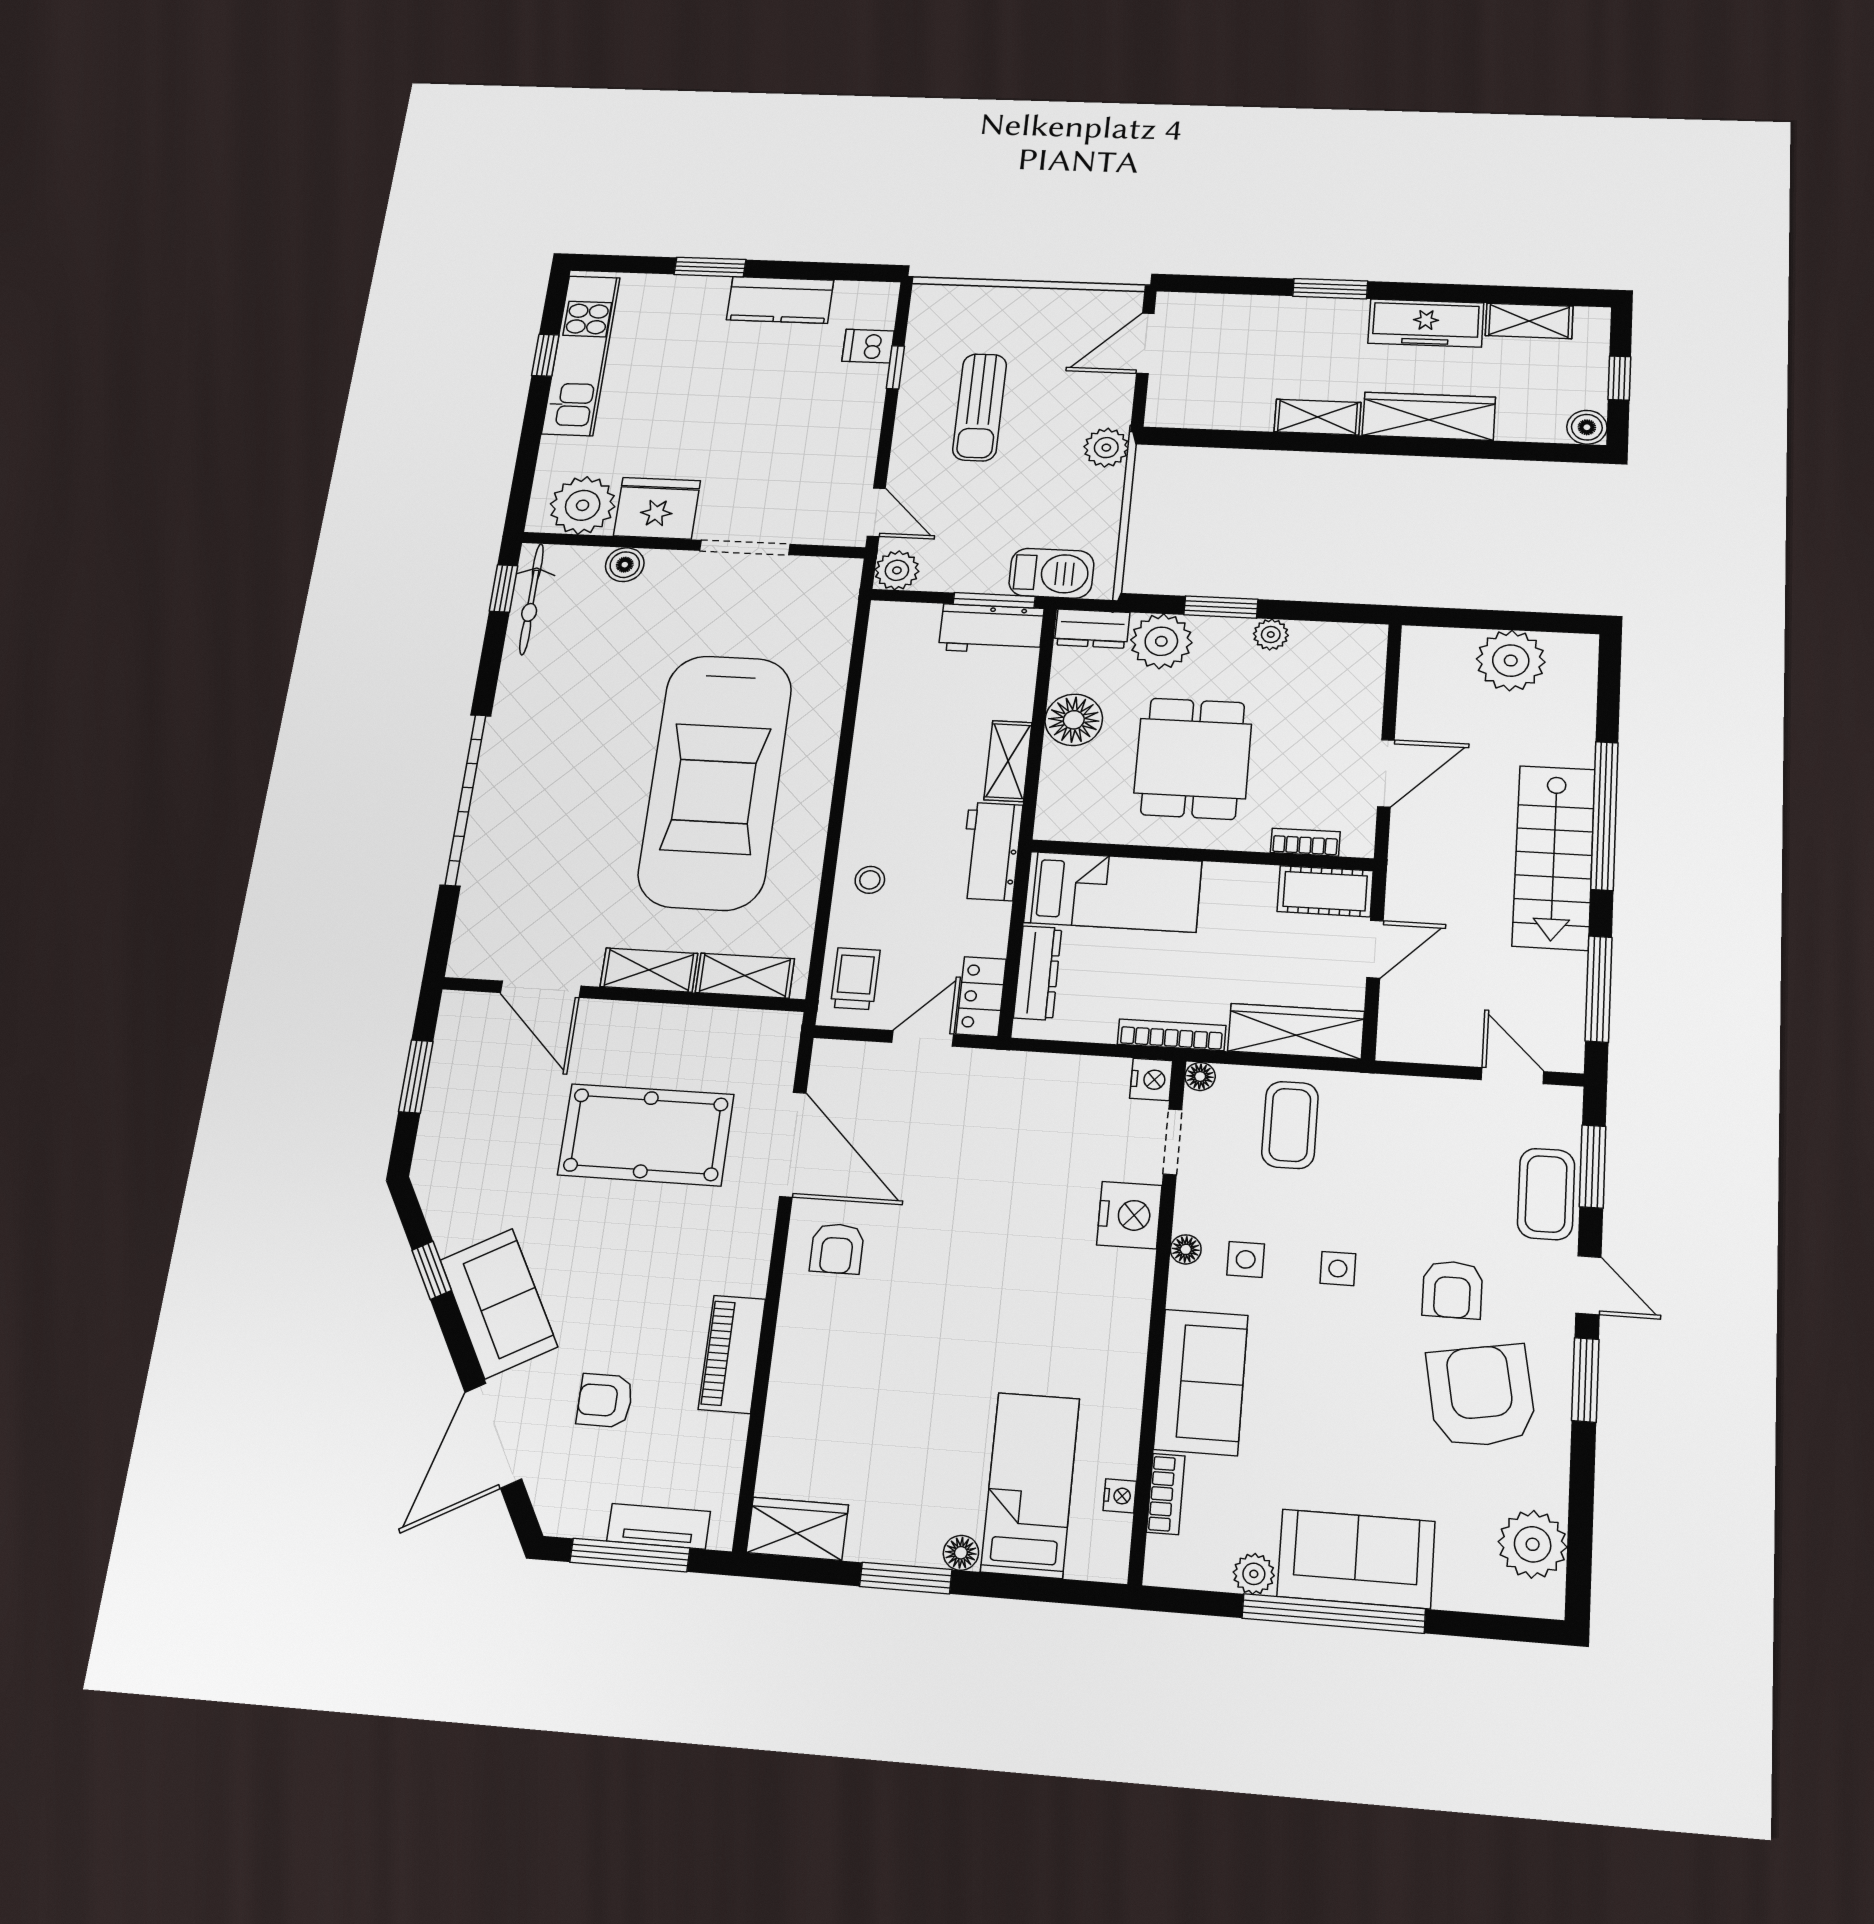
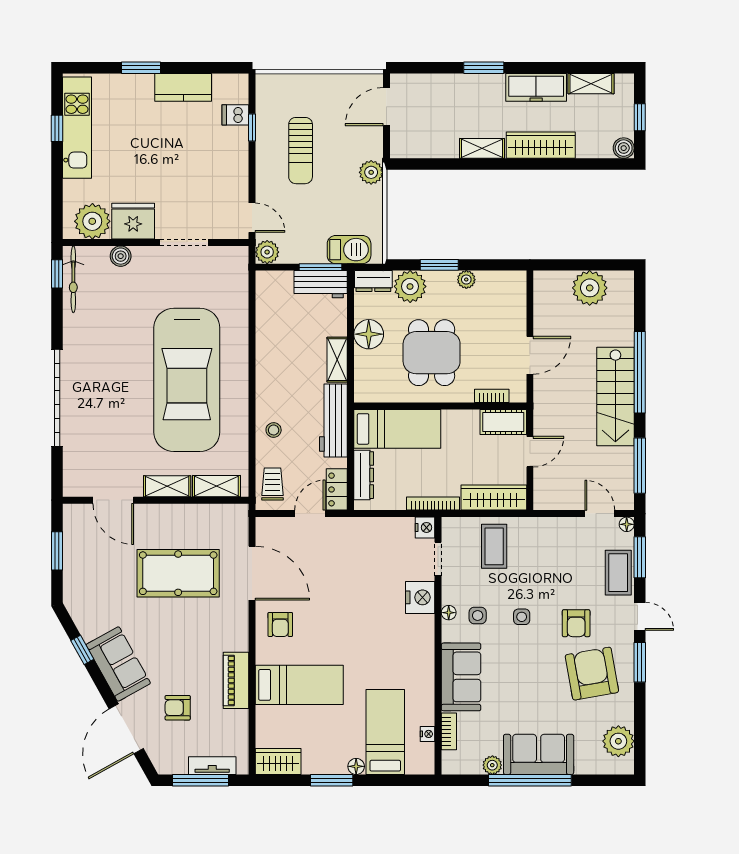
workbench: (991, 851) -> (333, 421), width x1.38
floor lamp: (1200, 1076) -> (627, 524), moved
bed: (861, 1373) -> (299, 685), added

